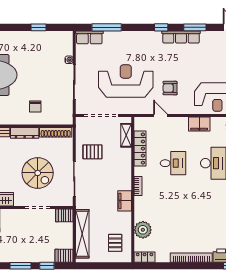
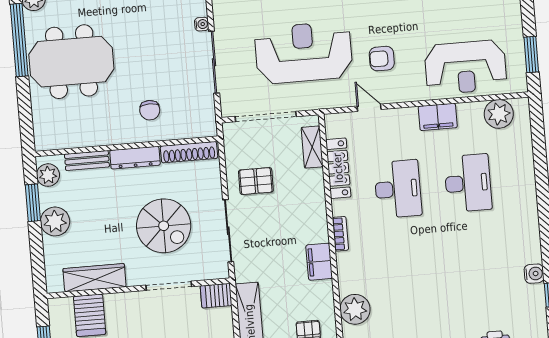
desk: (173, 163) -> (398, 189), width x1.37

